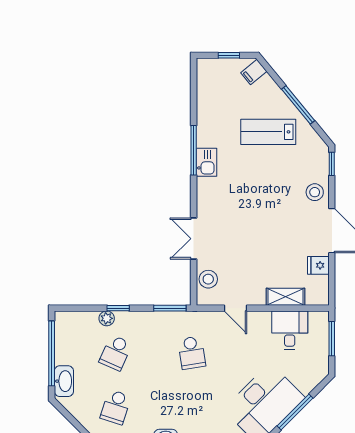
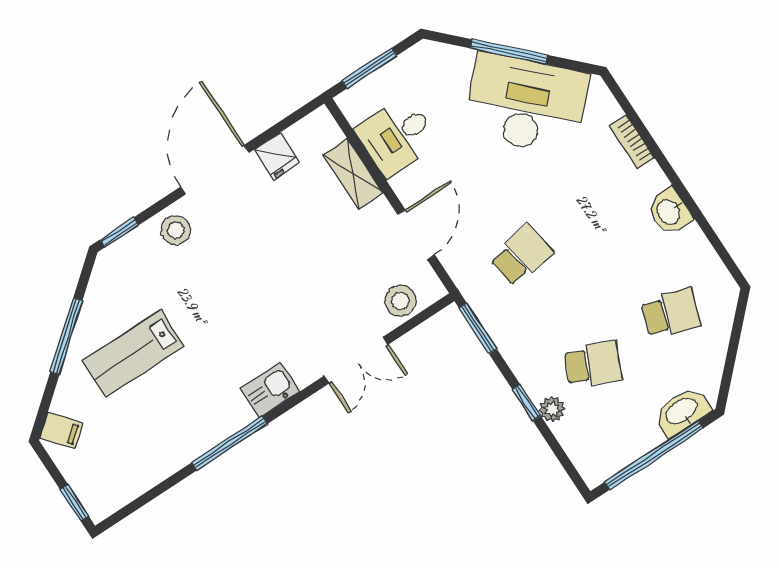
window: (229, 55) -> (74, 503), moved
lab bench: (268, 132) -> (133, 353), turned 90
kitchen sink: (206, 162) -> (270, 390), moved
door: (235, 308) -> (416, 235), width x1.38

